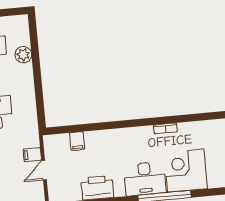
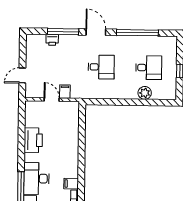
filing cabinet: (77, 141) -> (71, 184), moved

